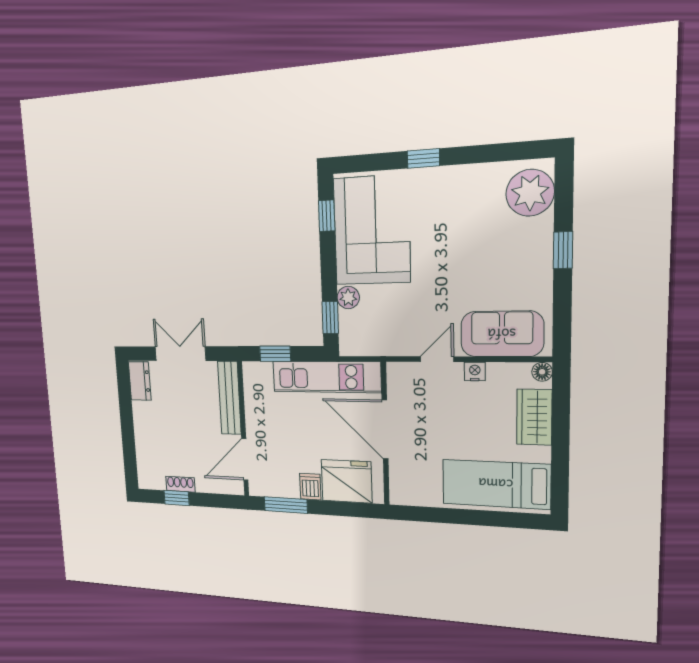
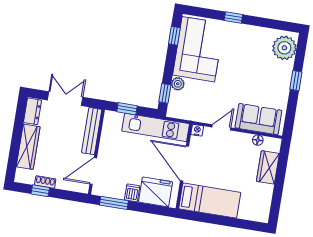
nightstand: (475, 371) -> (197, 130), moved
floor lamp: (542, 372) -> (258, 140), moved
wardrobe: (146, 435) -> (28, 147), added
bed: (496, 484) -> (210, 201), moved, turned 180

